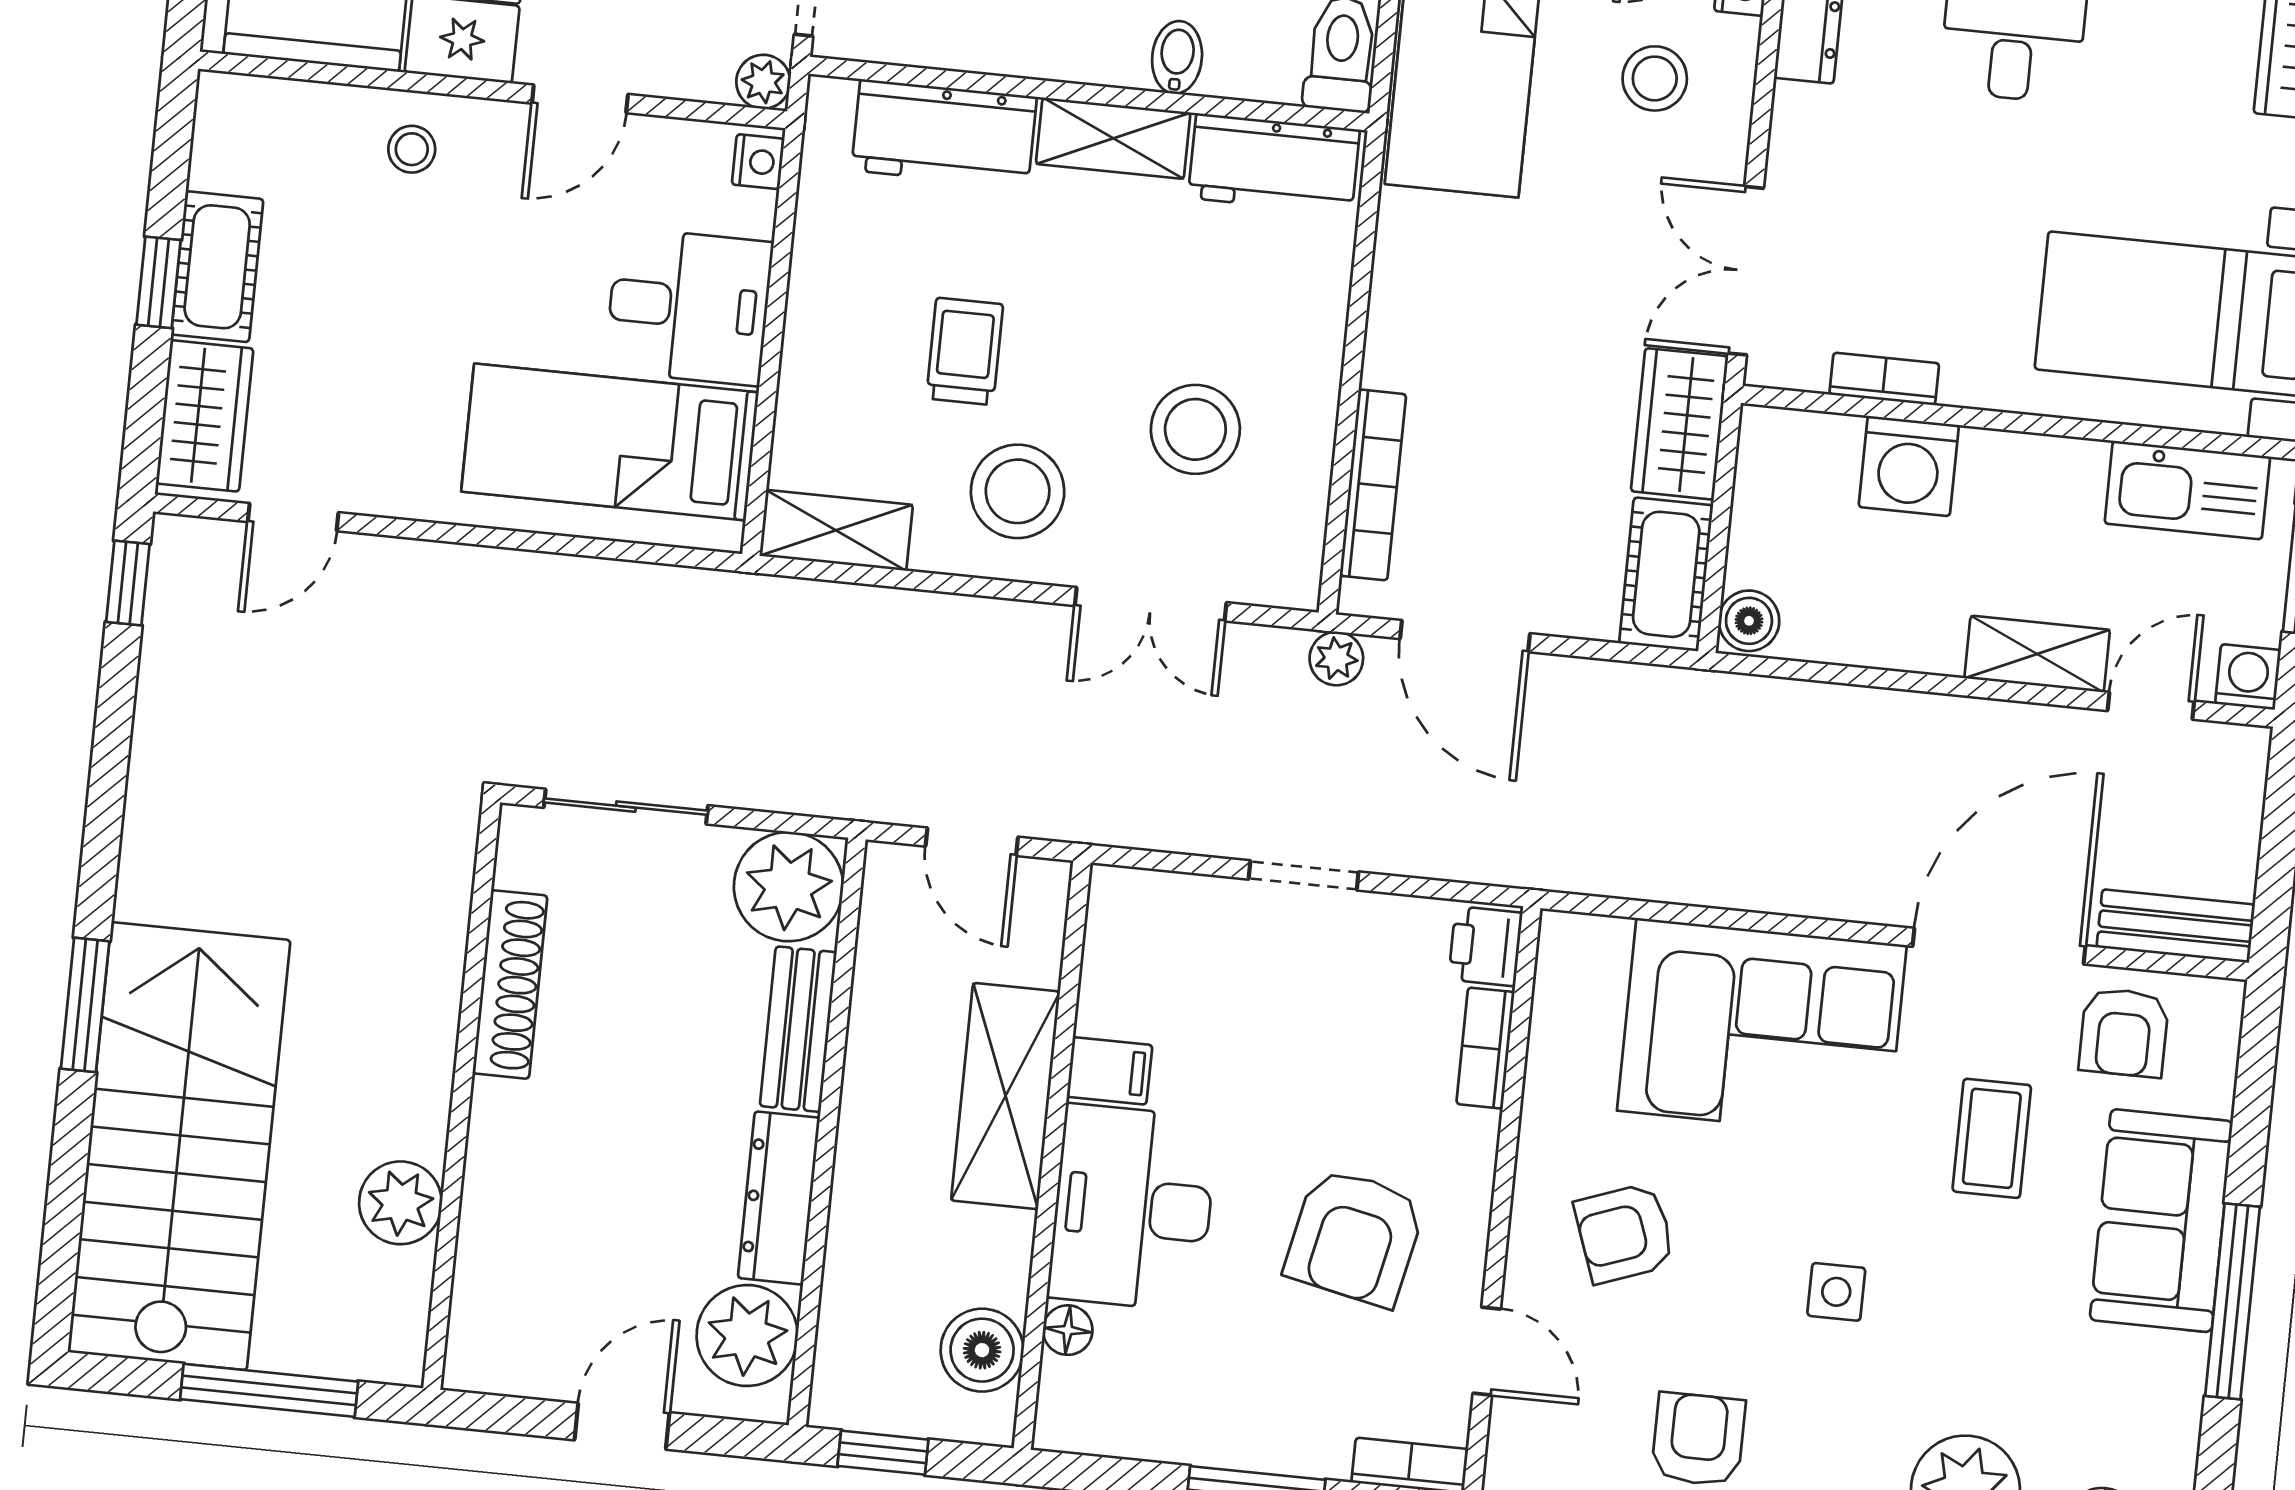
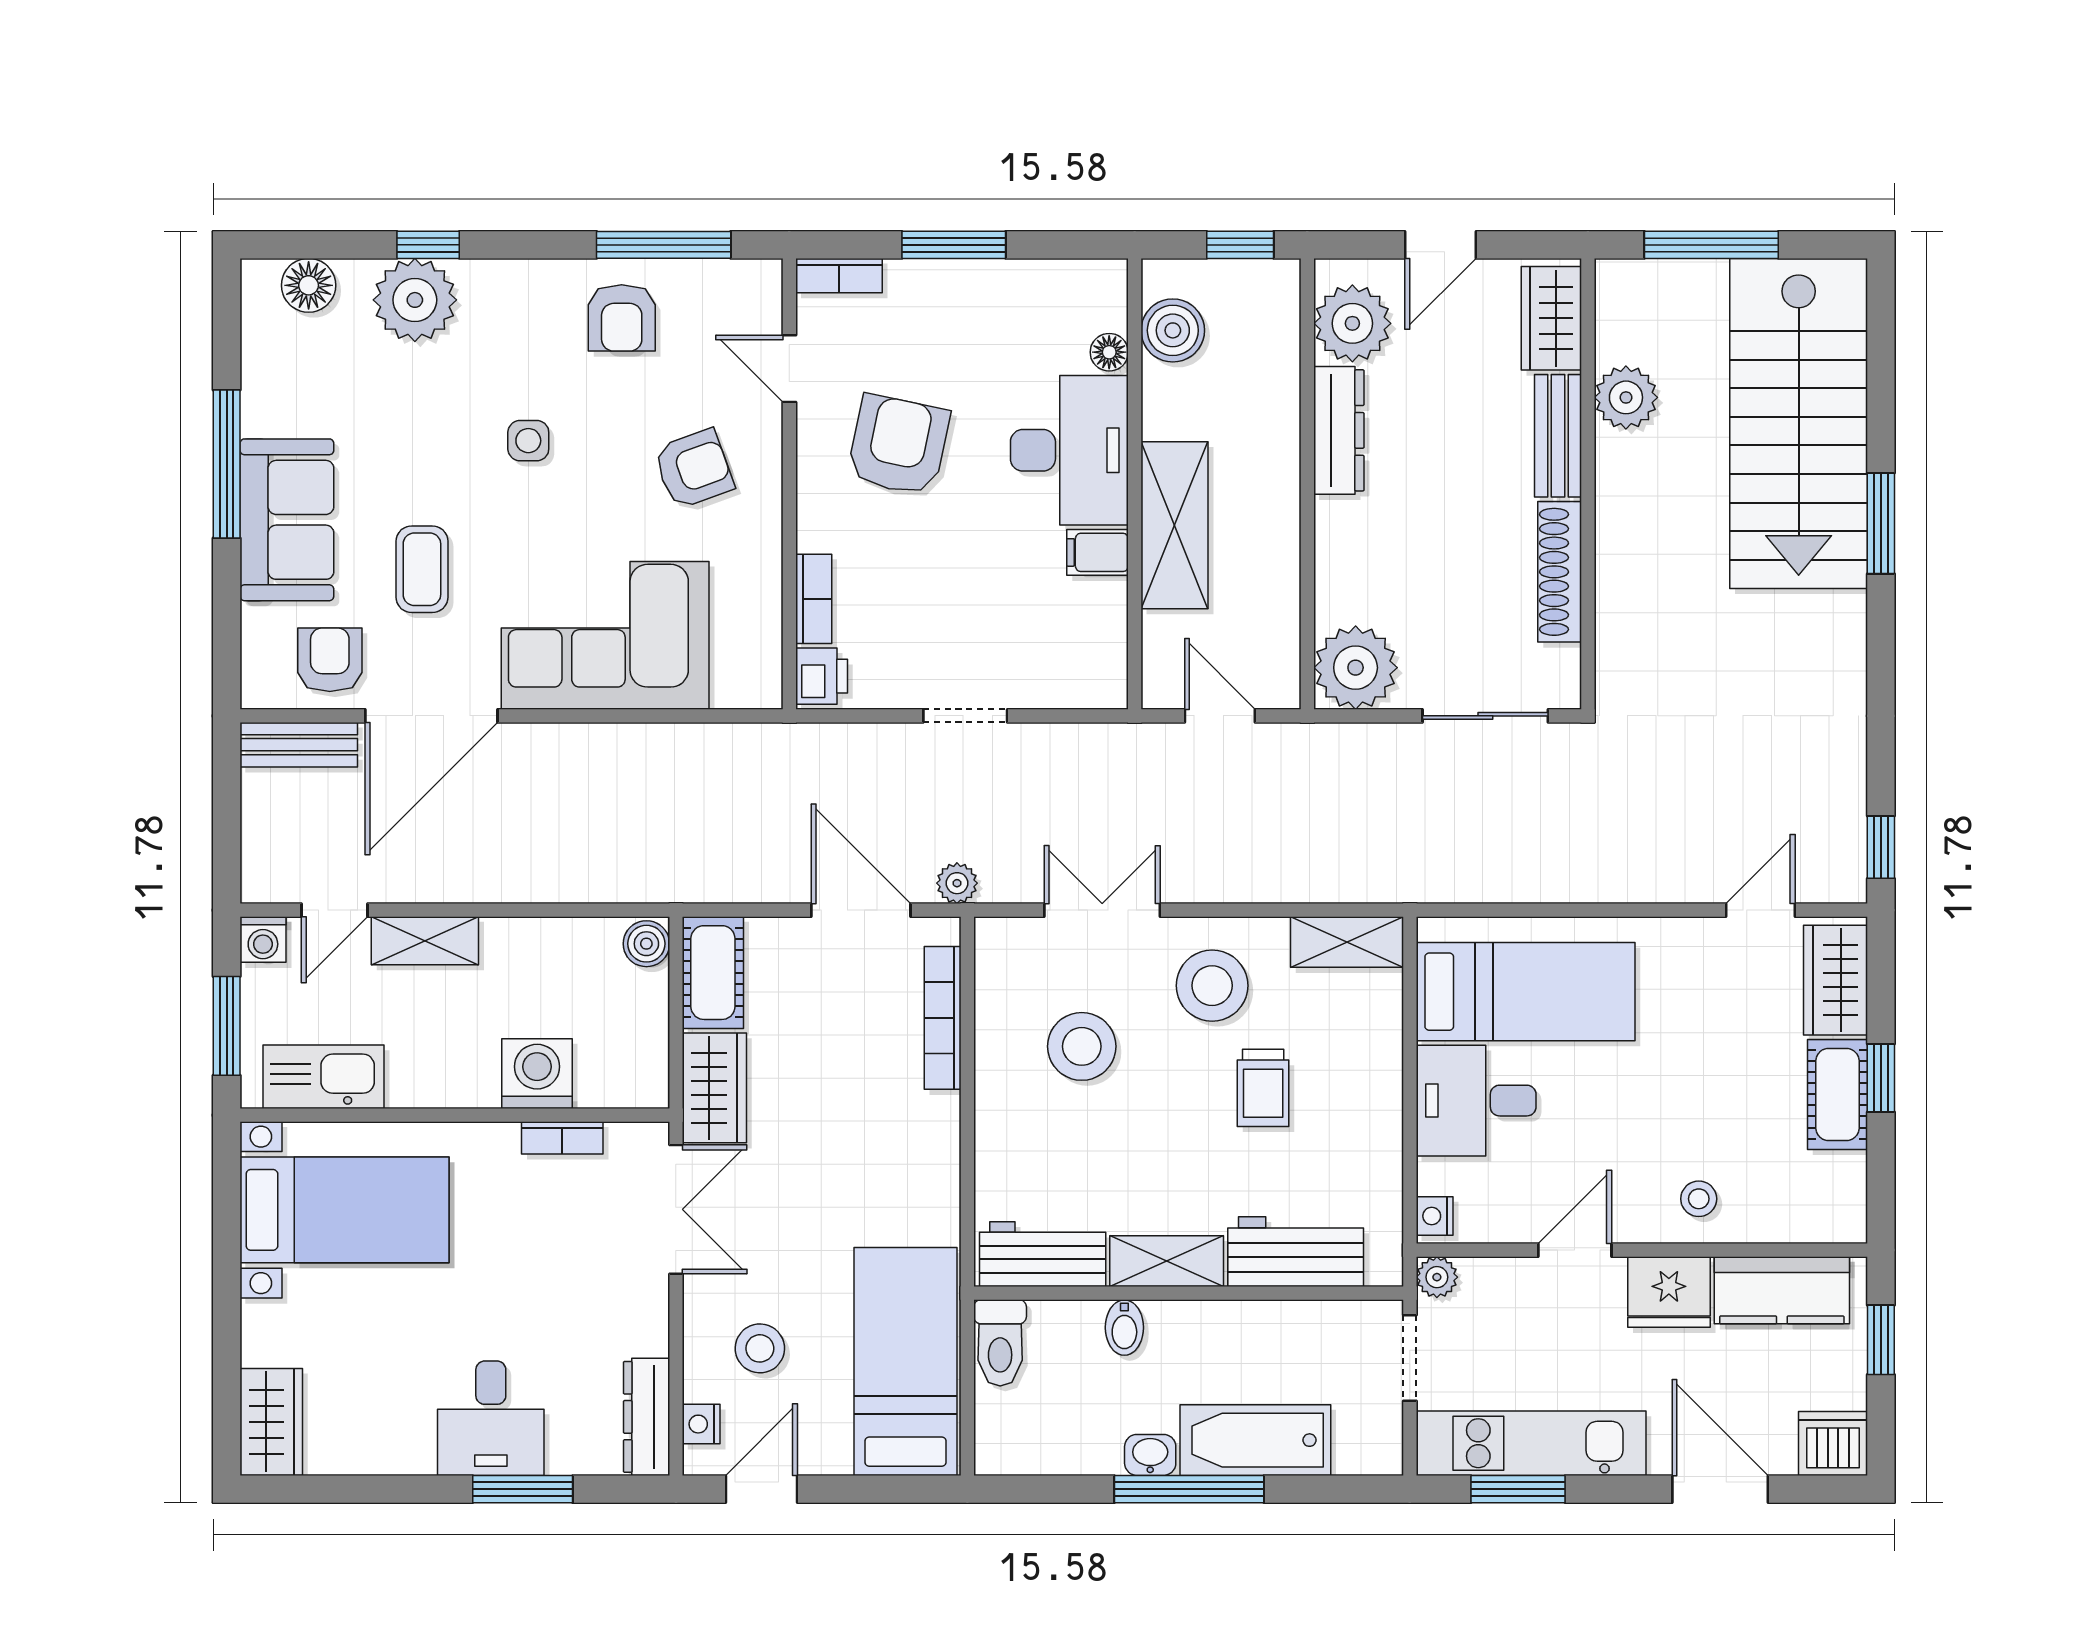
bench: (798, 1029) -> (1558, 436), moved
wardrobe: (487, 1316) -> (1551, 318), added

